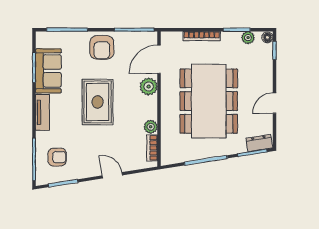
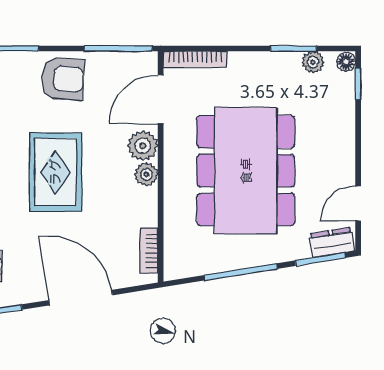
bookcase: (202, 36) -> (195, 59), moved
armchair: (102, 47) -> (63, 79), turned -86
door: (274, 103) -> (358, 203), moved
plant: (151, 127) -> (146, 174), moved
door: (112, 175) -> (81, 298), width x1.88

